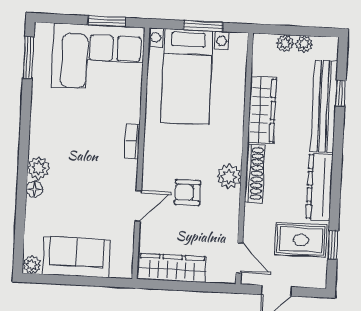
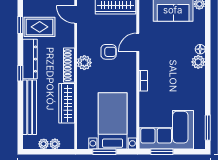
window: (341, 93) -> (20, 73), moved

